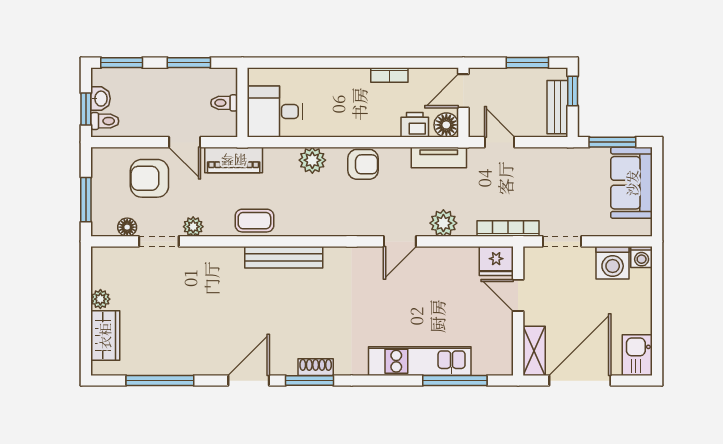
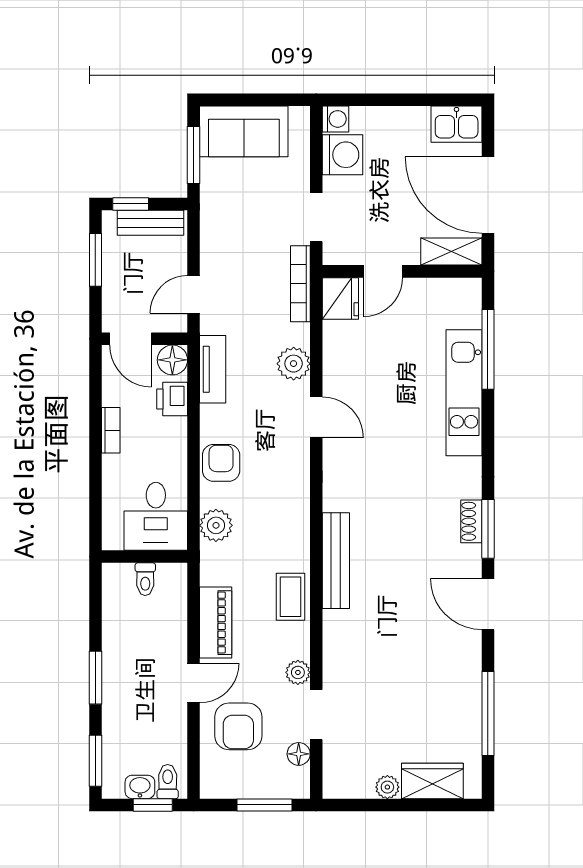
wall: (242, 102) -> (145, 557), moved
toilet: (224, 103) -> (145, 579), moved
desk: (275, 111) -> (156, 516), moved

